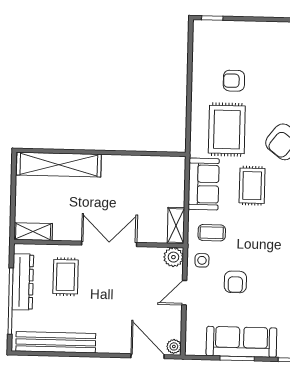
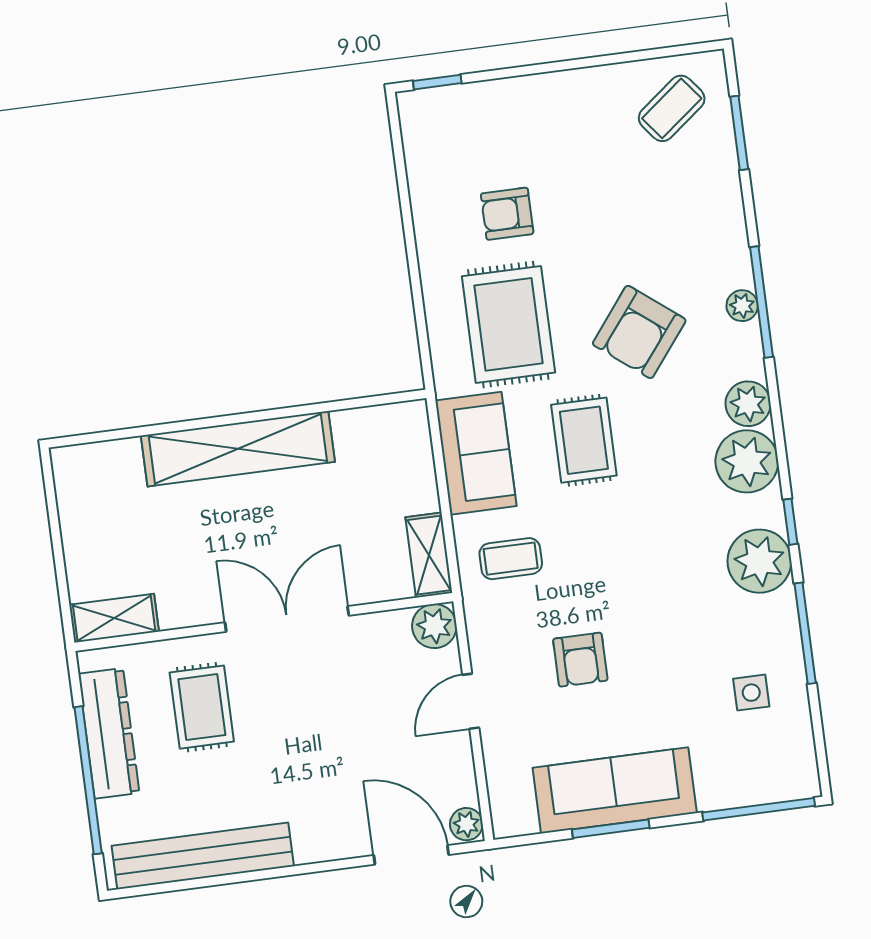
shelving: (59, 165) -> (238, 449), moved
side table: (202, 260) -> (499, 623), removed

